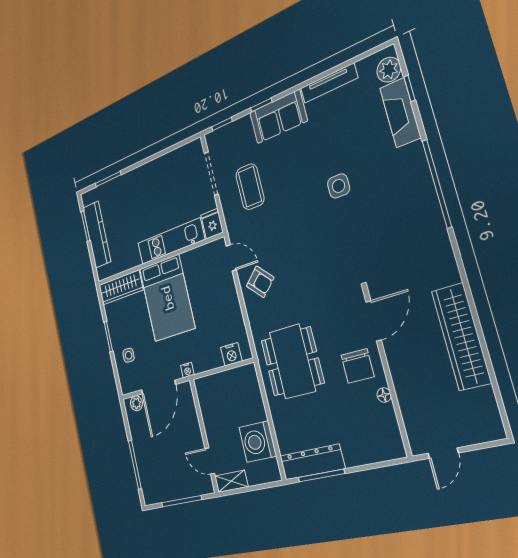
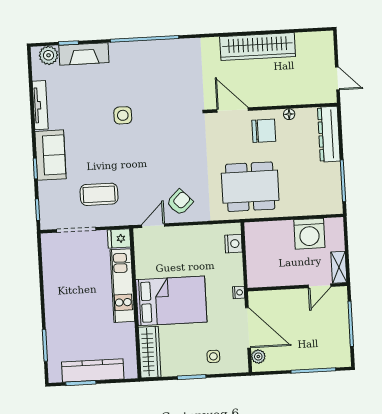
dresser: (312, 462) -> (329, 134), moved

